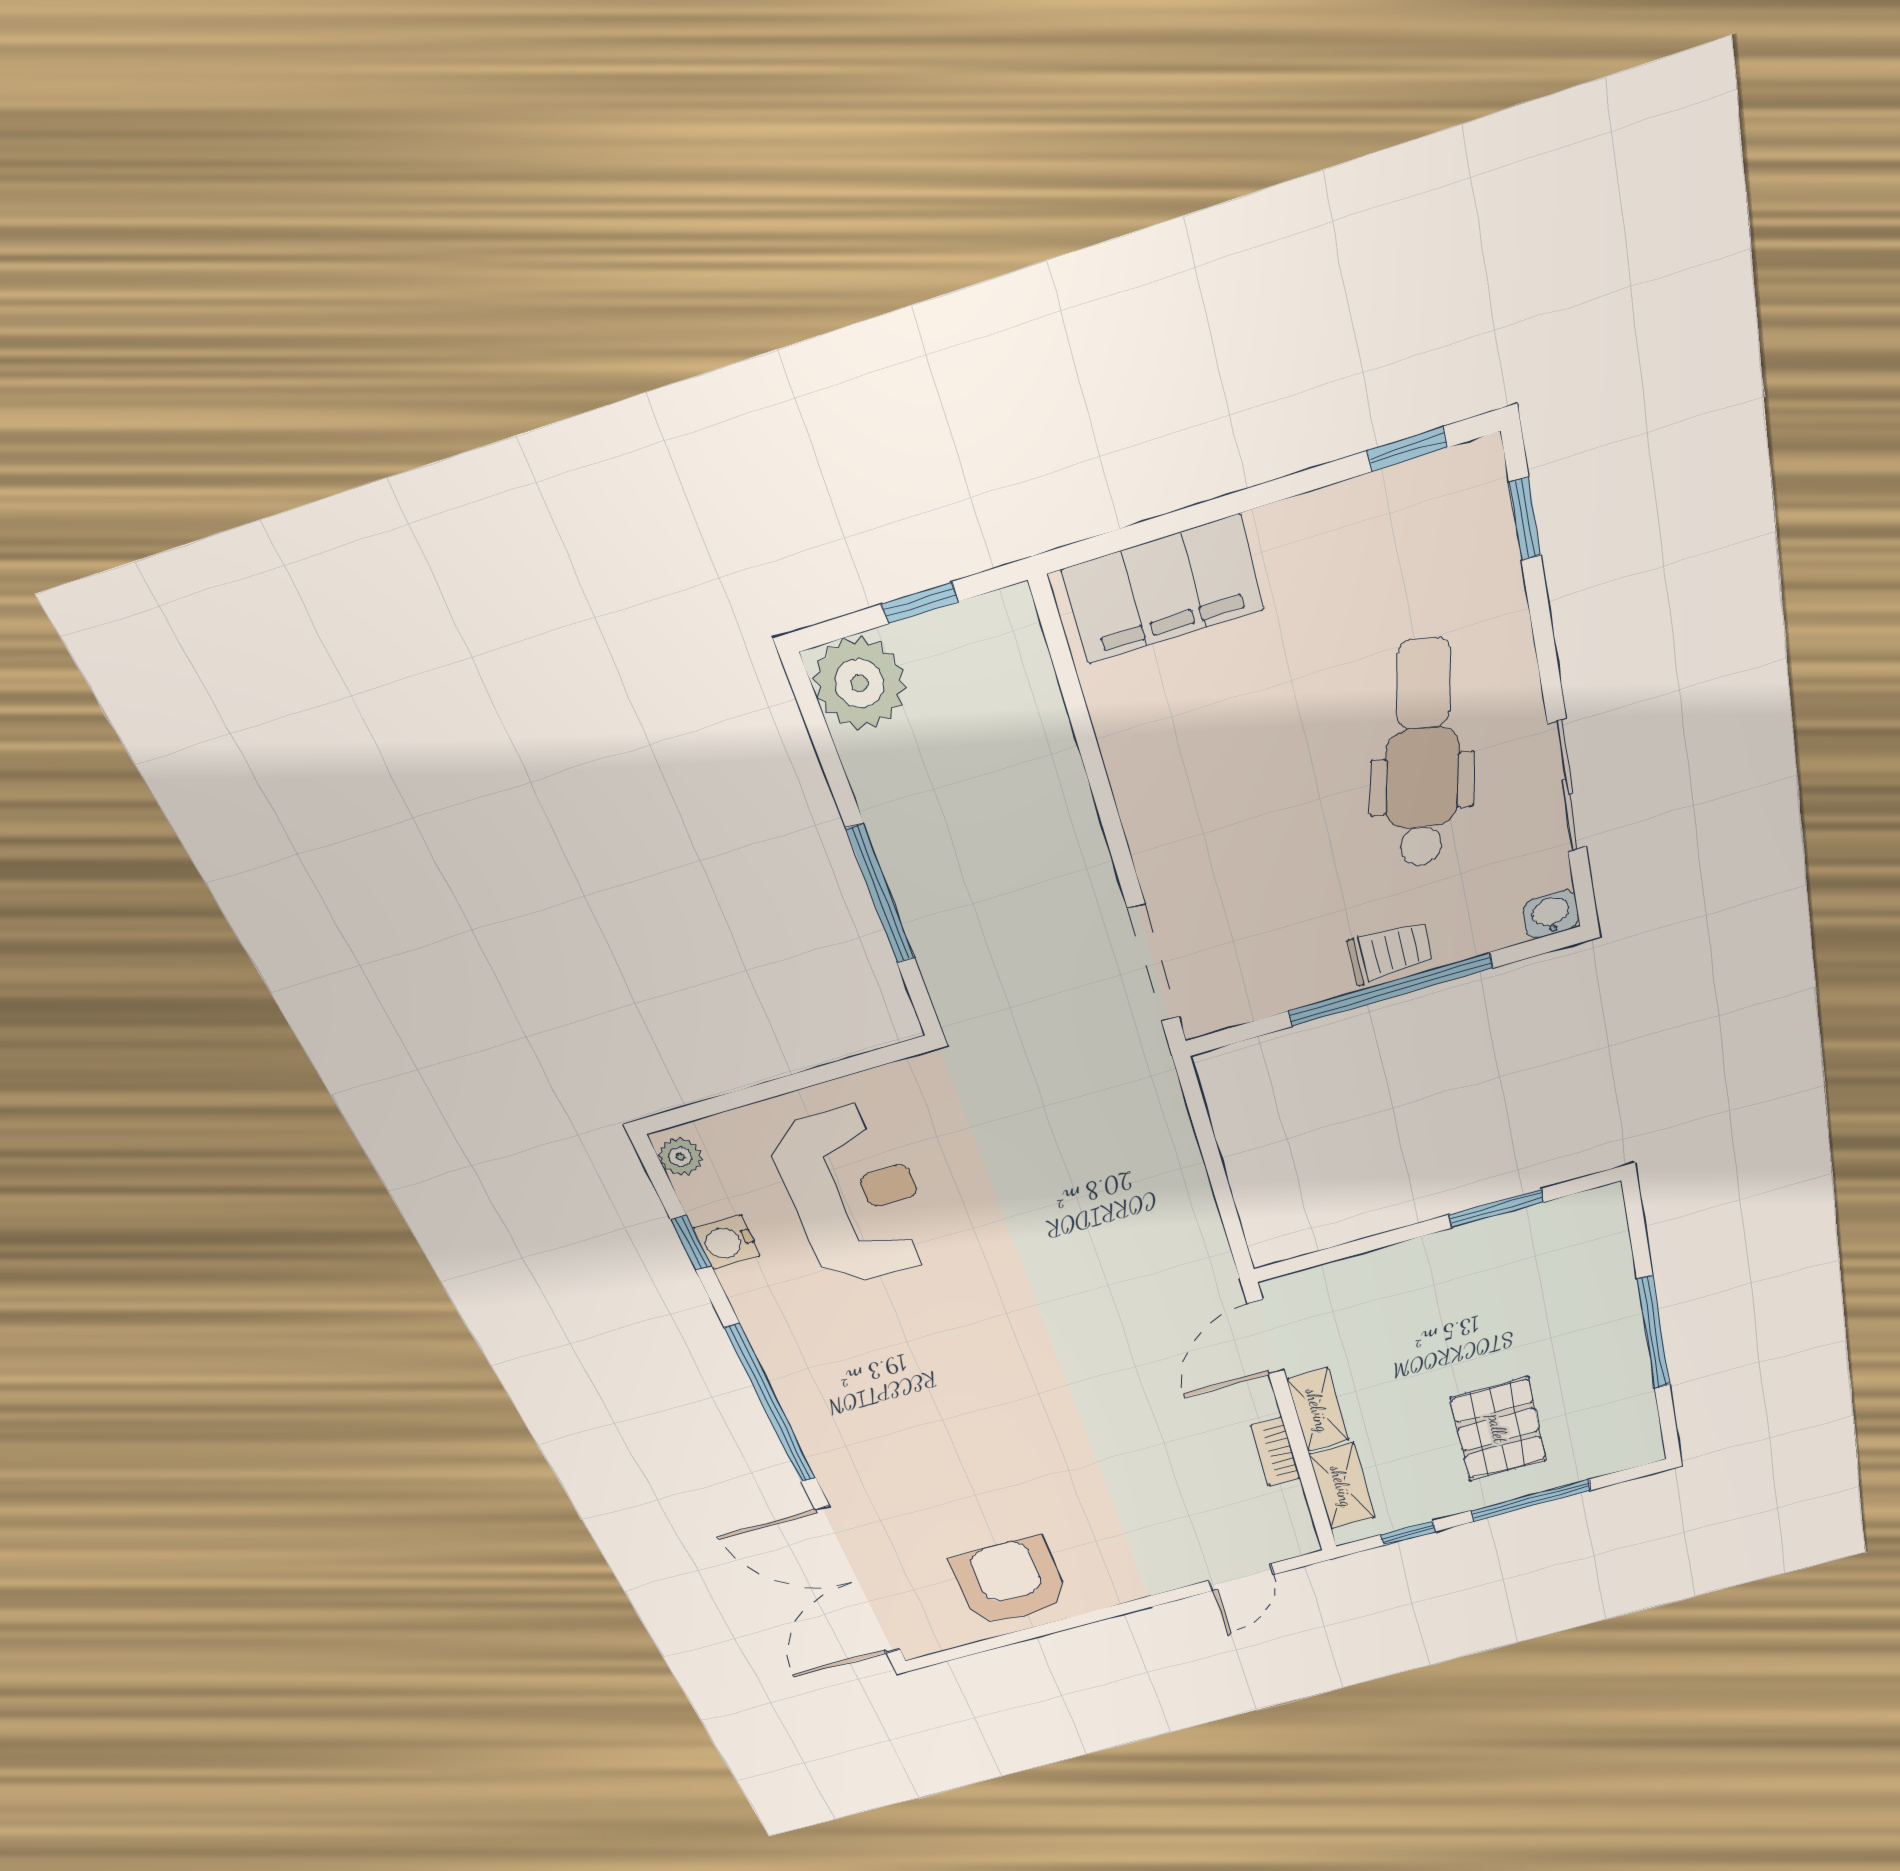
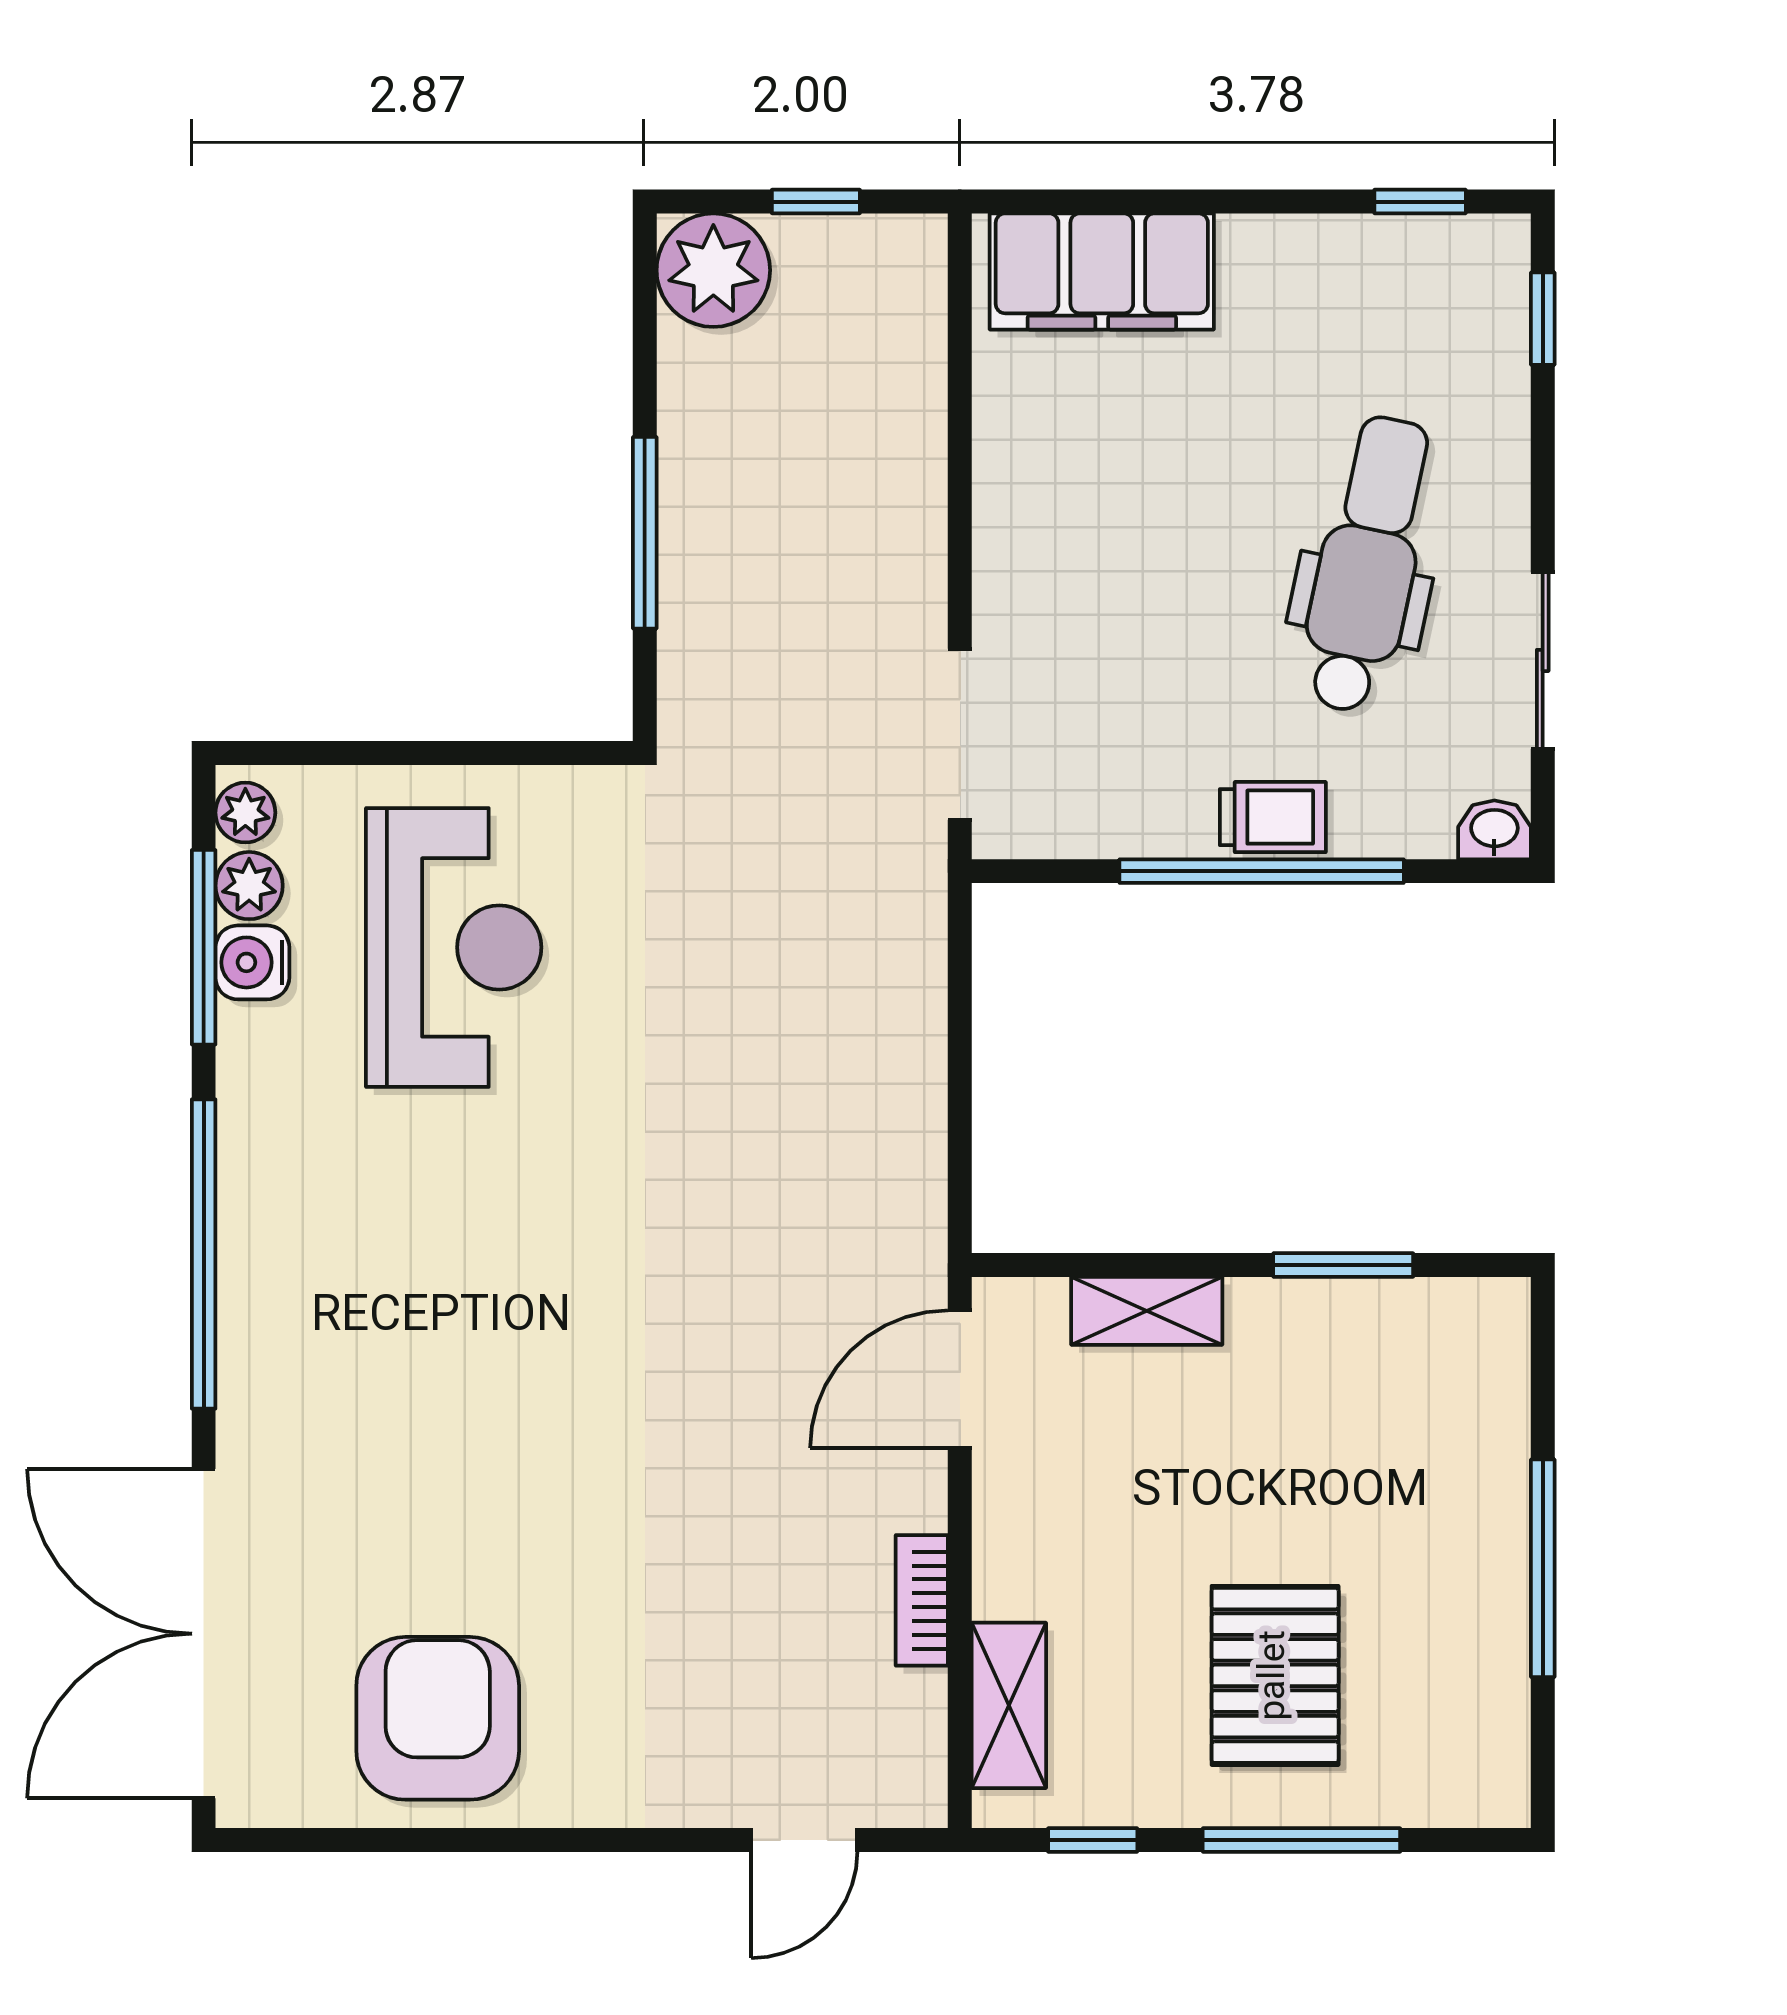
plant: (704, 1199) -> (249, 886), added
window: (691, 1243) -> (204, 947), width x2.17
shelving: (1318, 1410) -> (1147, 1311), moved, turned 90

